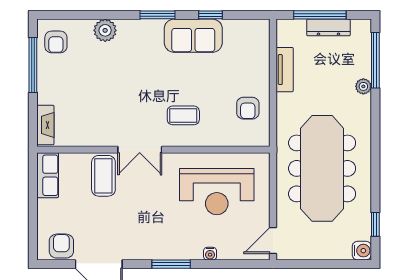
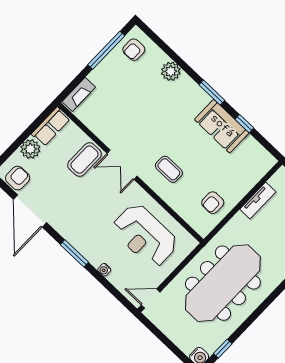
plant: (49, 211) -> (30, 149), added

